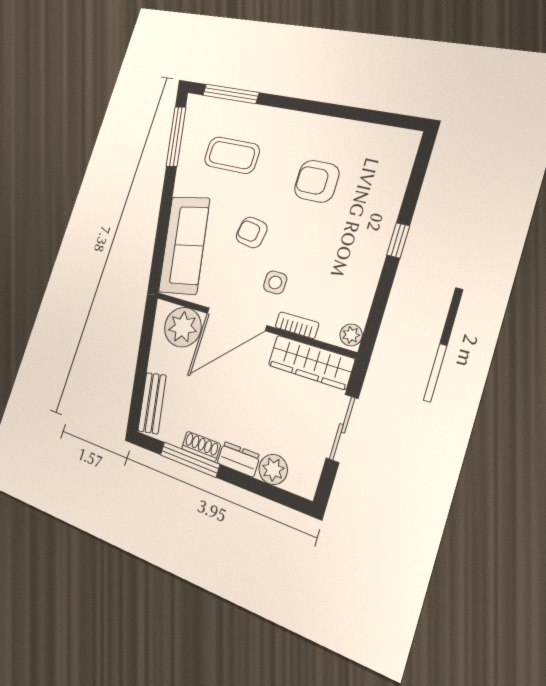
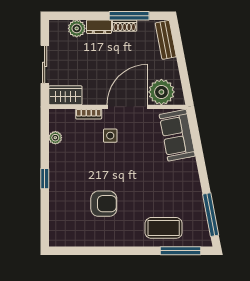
coffee table: (232, 155) -> (164, 228), moved
armchair: (252, 232) -> (135, 163), removed
sofa: (184, 245) -> (177, 135), width x0.73
plant: (351, 335) -> (55, 138), moved
wardrobe: (311, 362) -> (65, 95), width x0.67

